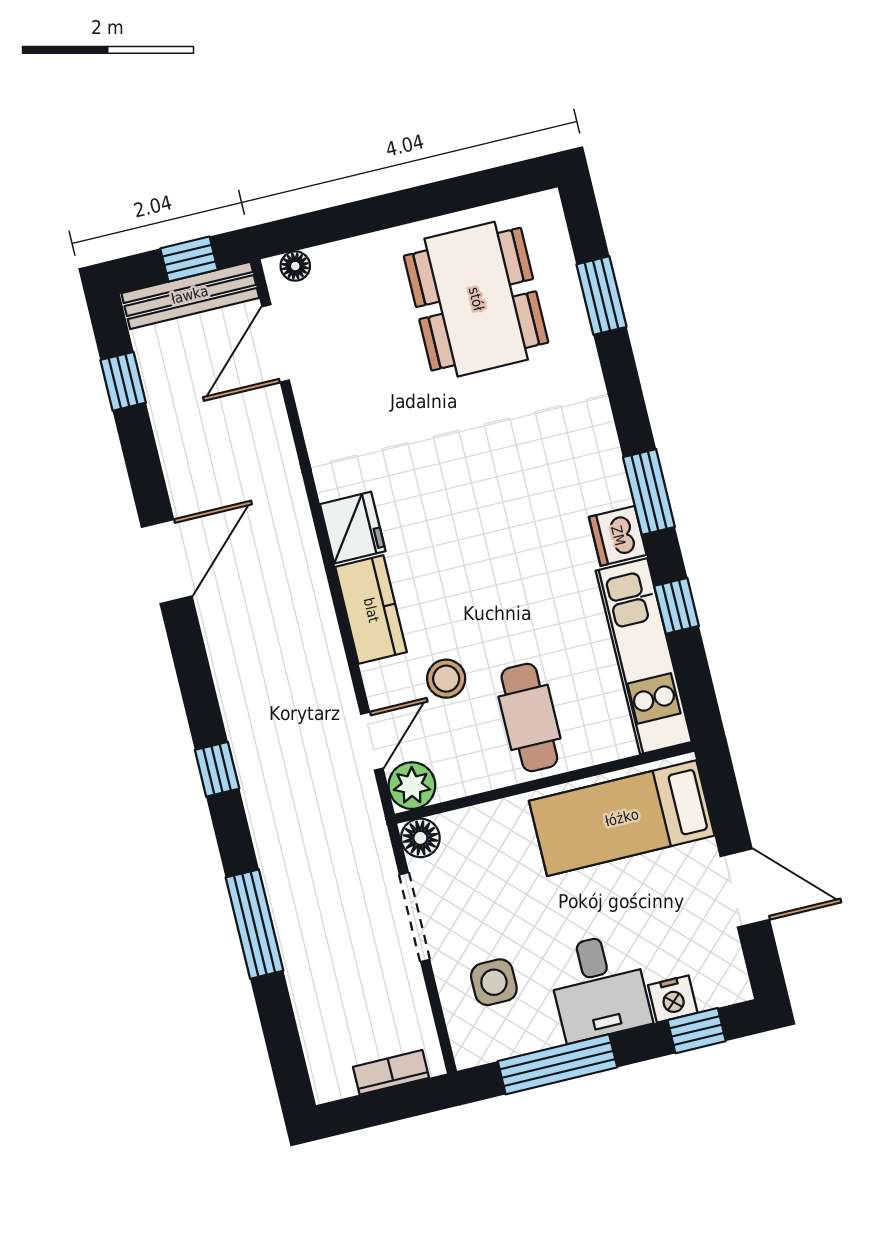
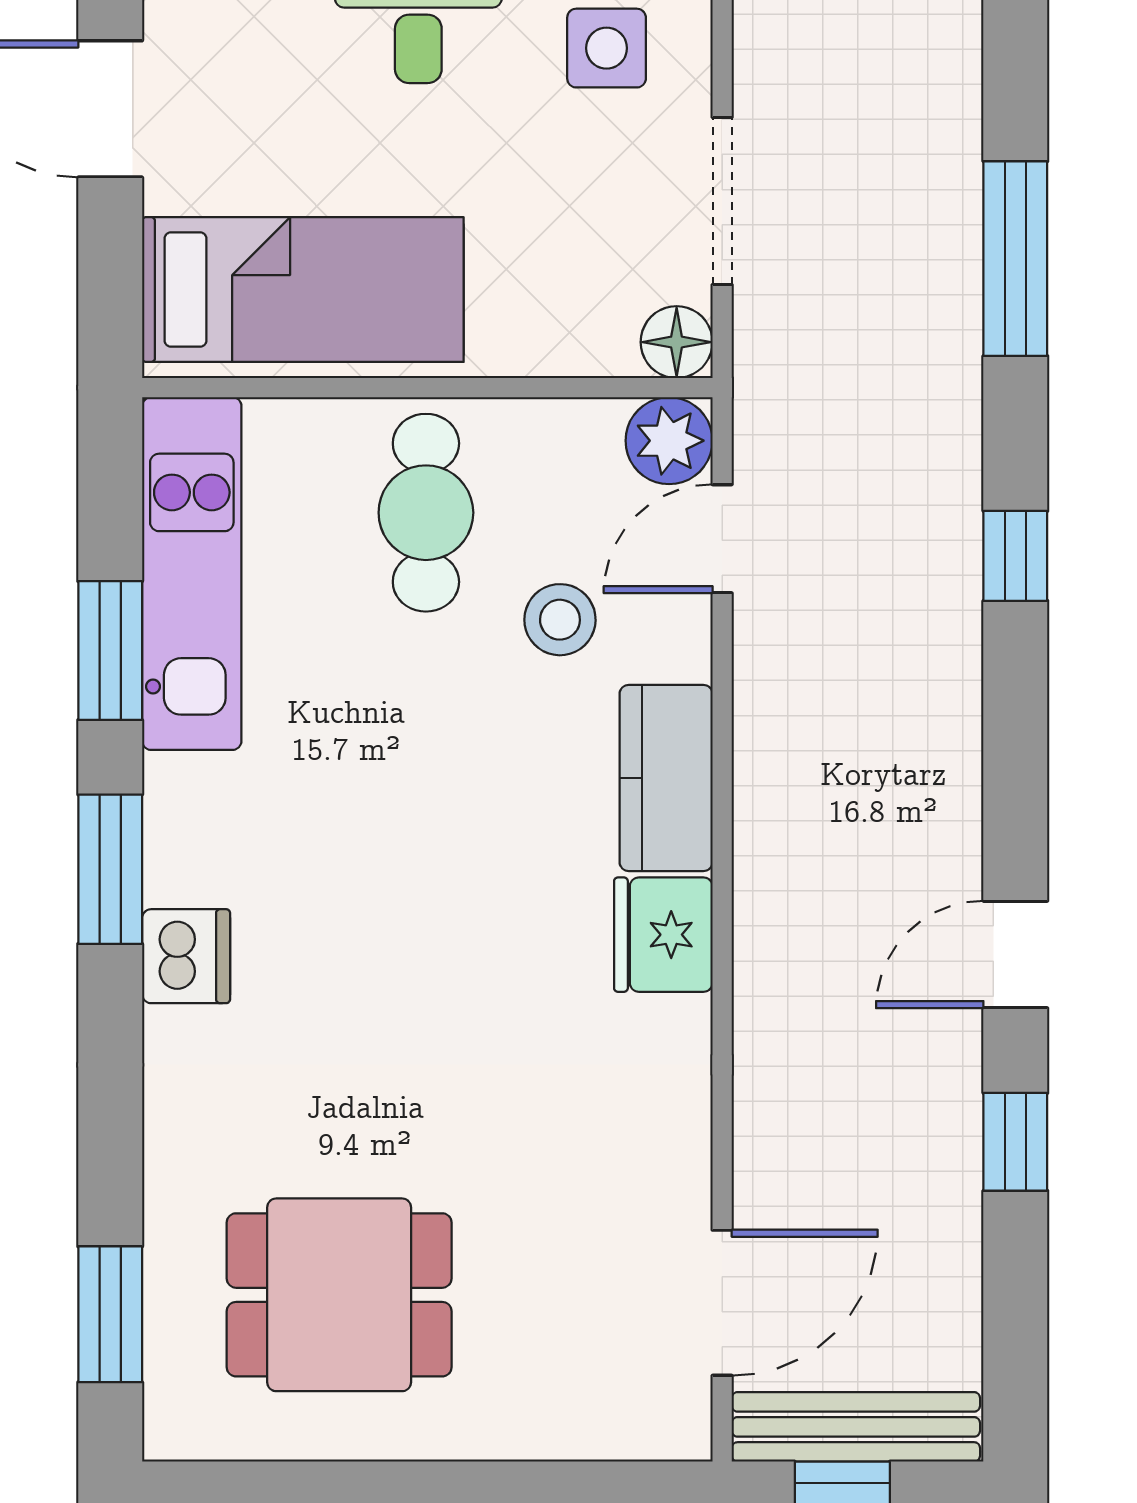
floor lamp: (295, 266) -> (653, 1434), removed
window: (601, 296) -> (110, 1314), moved
dining table: (476, 299) -> (339, 1295), width x0.73
window: (123, 381) -> (1015, 1142), moved
dishwasher: (618, 536) -> (186, 956), moved
door: (167, 562) -> (1015, 954), width x0.73
window: (677, 606) -> (110, 651), width x1.50

